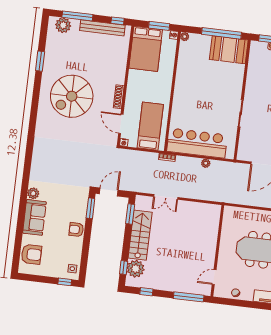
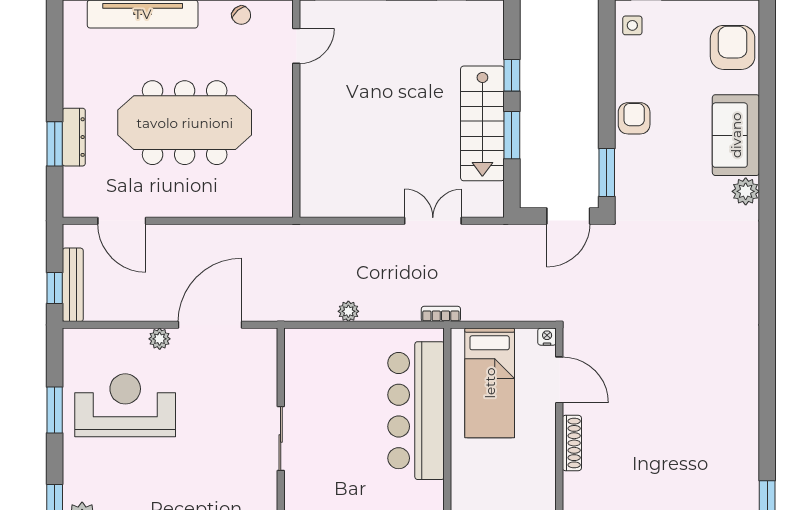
spiral stairs: (72, 96) -> (683, 431), removed
bar counter: (197, 143) -> (416, 411), moved, turned 90
window: (130, 214) -> (512, 135), moved
armchair: (76, 230) -> (634, 118), turned -90
armchair: (31, 254) -> (733, 47), turned 90
window: (124, 268) -> (512, 75), moved
plant: (136, 269) -> (483, 43), removed

